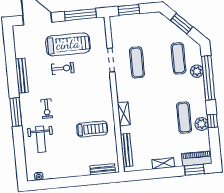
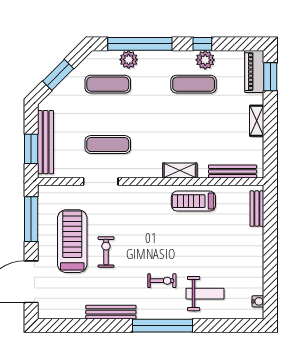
bench: (134, 19) -> (46, 142), added
window: (16, 112) -> (162, 326), width x1.46
treadmill: (92, 129) -> (193, 201), moved, turned -90

